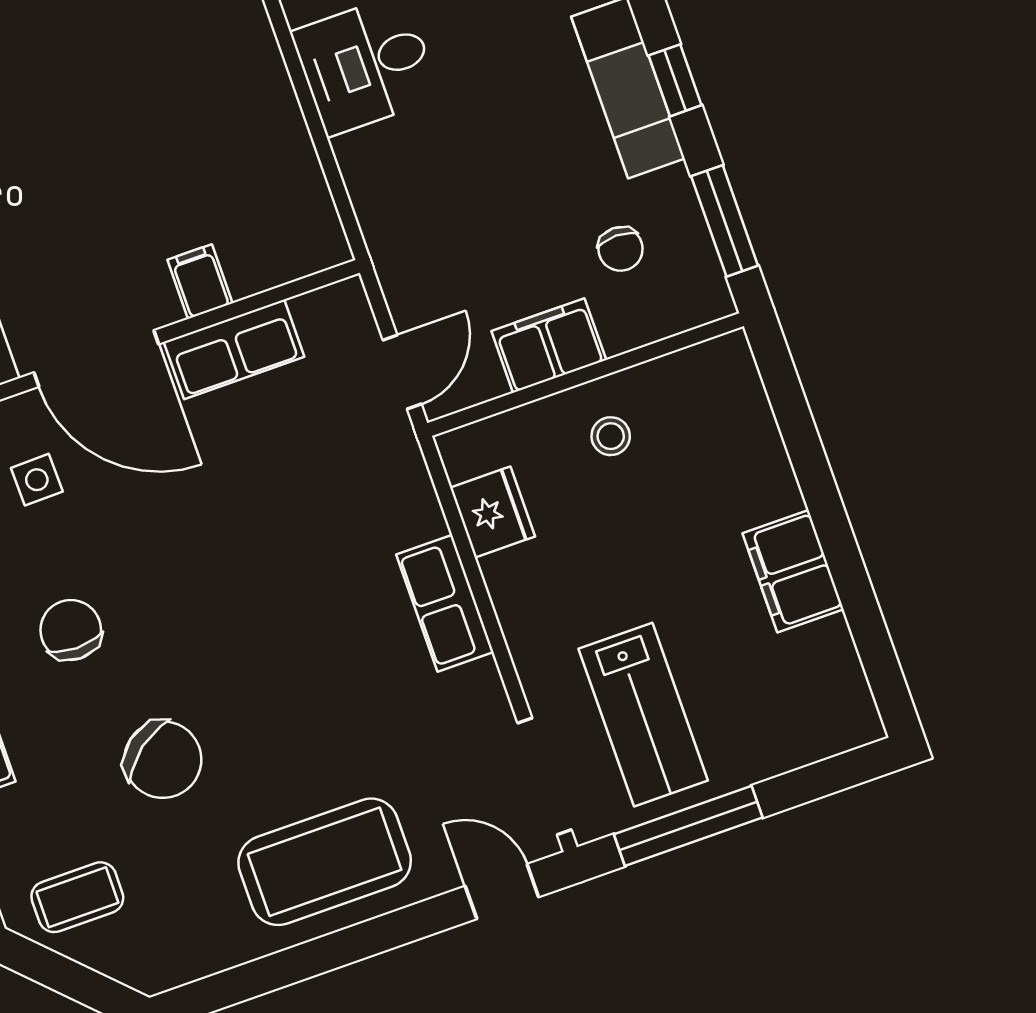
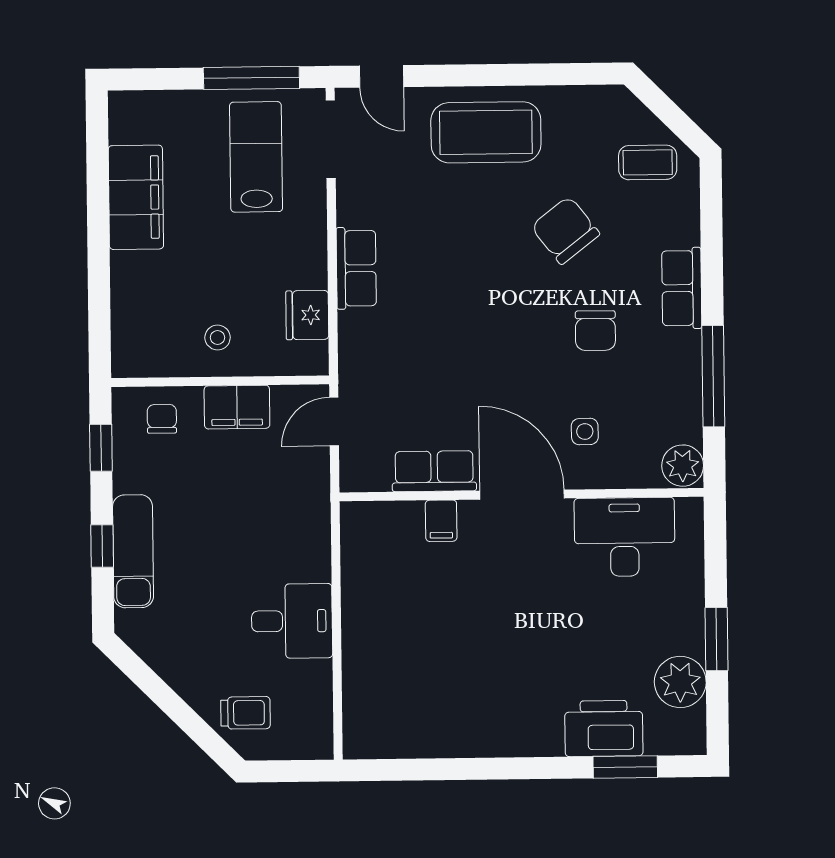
window: (725, 221) -> (101, 448), width x0.67
chair: (621, 249) -> (162, 419), moved
filing cabinet: (793, 571) -> (136, 197), width x1.50, depth x1.17

